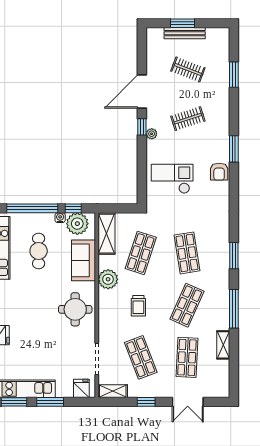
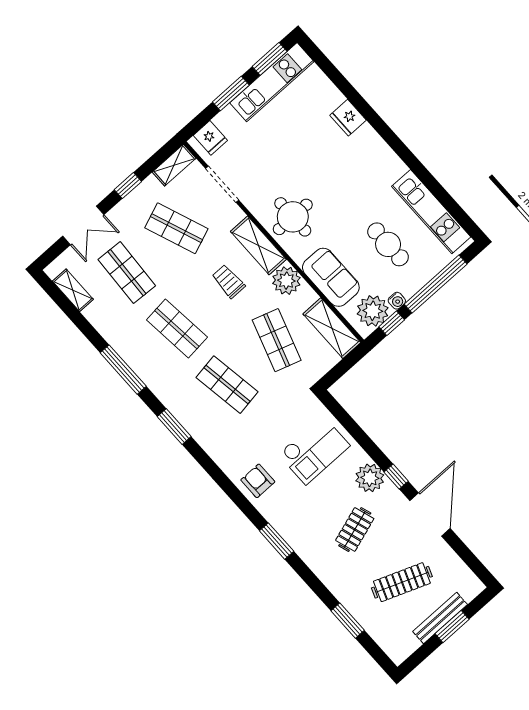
clothes rail: (188, 69) -> (402, 582), width x1.36
plant: (152, 134) -> (370, 478), width x1.87, depth x1.87
armchair: (219, 172) -> (258, 481), moved
shop shelf: (187, 305) -> (177, 329), turned -30
shelving: (106, 310) -> (258, 245), added
shelving: (223, 345) -> (73, 290), moved
double door: (188, 402) -> (83, 225), swing flipped

